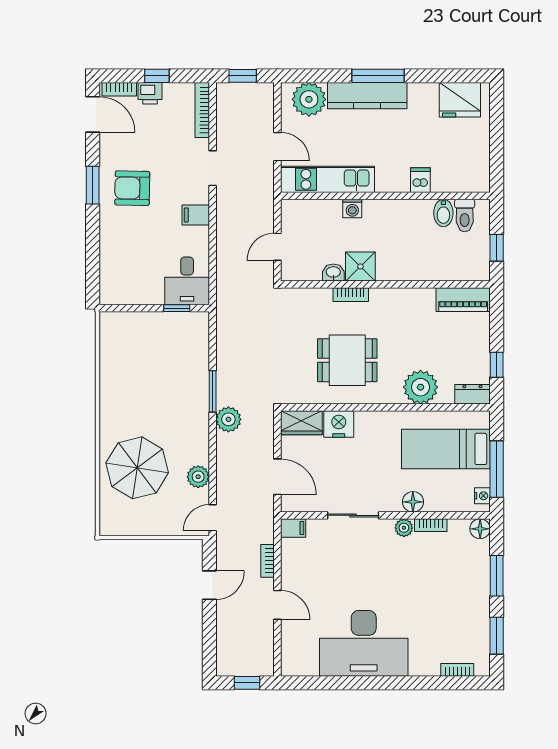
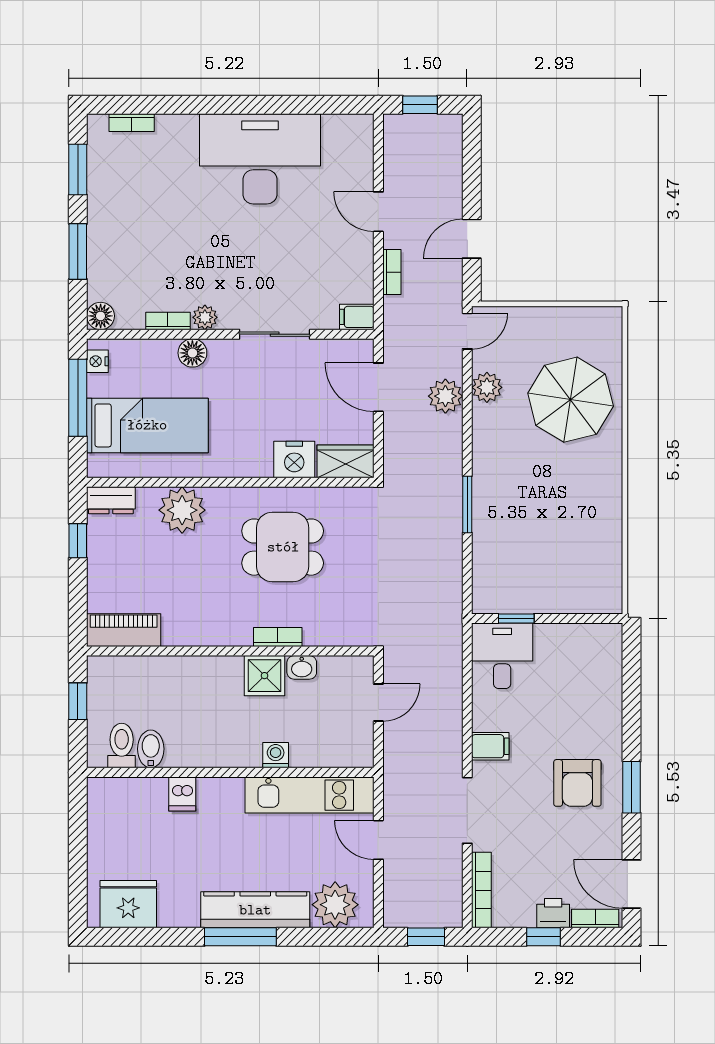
doorway: (213, 168) -> (467, 810), width x1.38
armchair: (132, 188) -> (577, 783), turned 89
plant: (228, 419) -> (445, 396), moved

